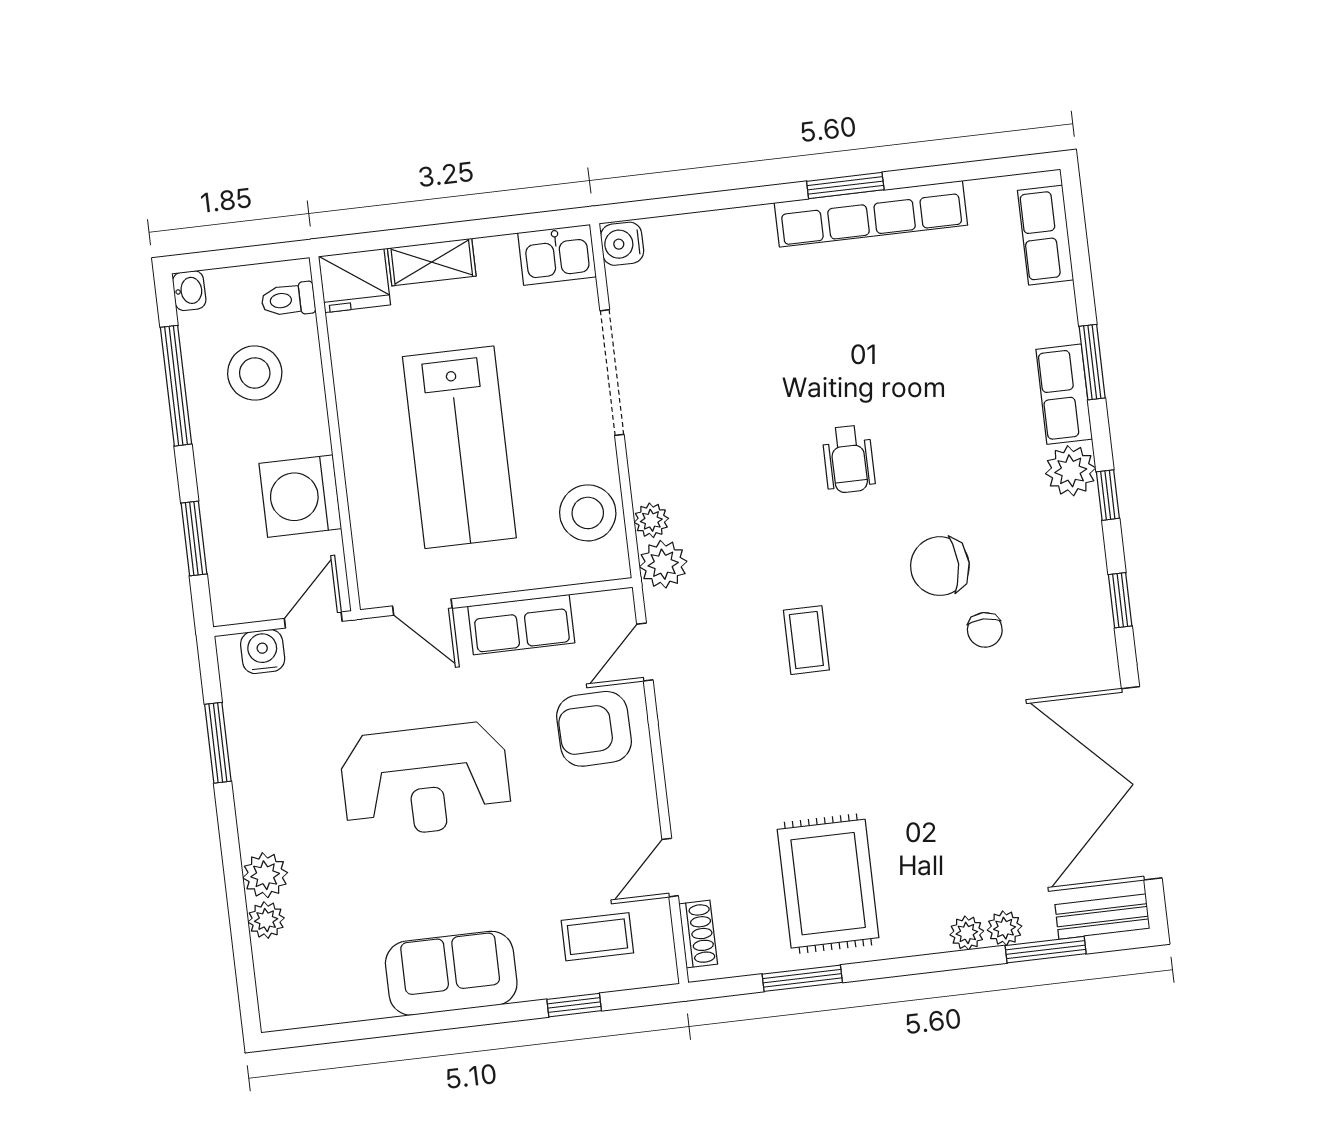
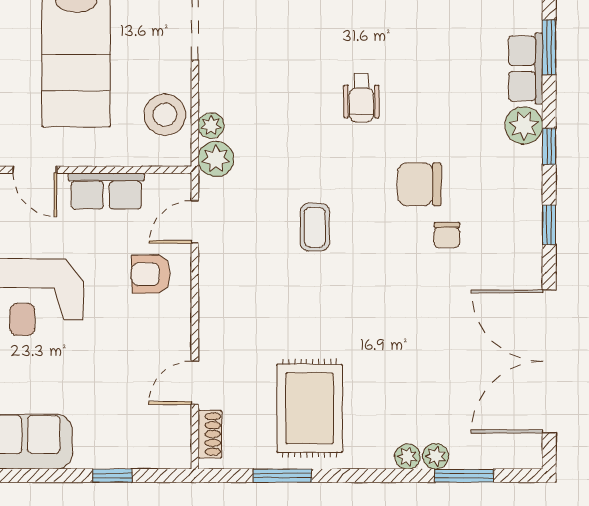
armchair: (594, 729) -> (151, 274), width x0.72, depth x0.72
bench: (1102, 917) -> (509, 456), removed
coffee table: (597, 937) -> (135, 427), removed

